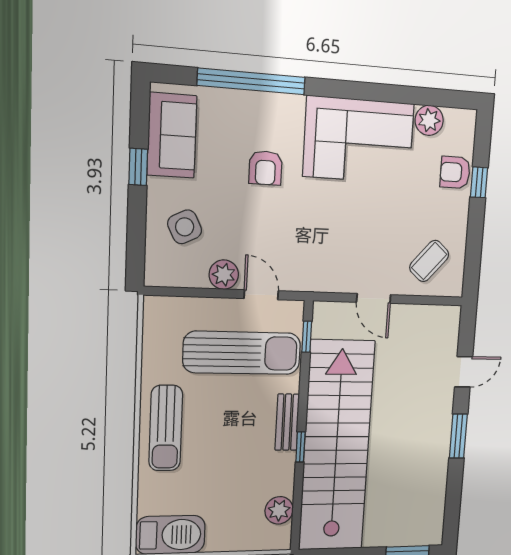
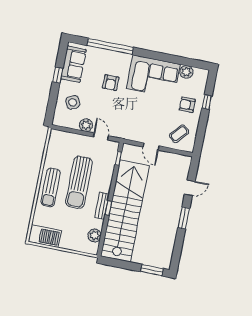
armchair: (455, 172) -> (187, 105), moved
sun lounger: (242, 353) -> (79, 182), moved, turned 90
bench: (287, 422) -> (102, 206), moved

